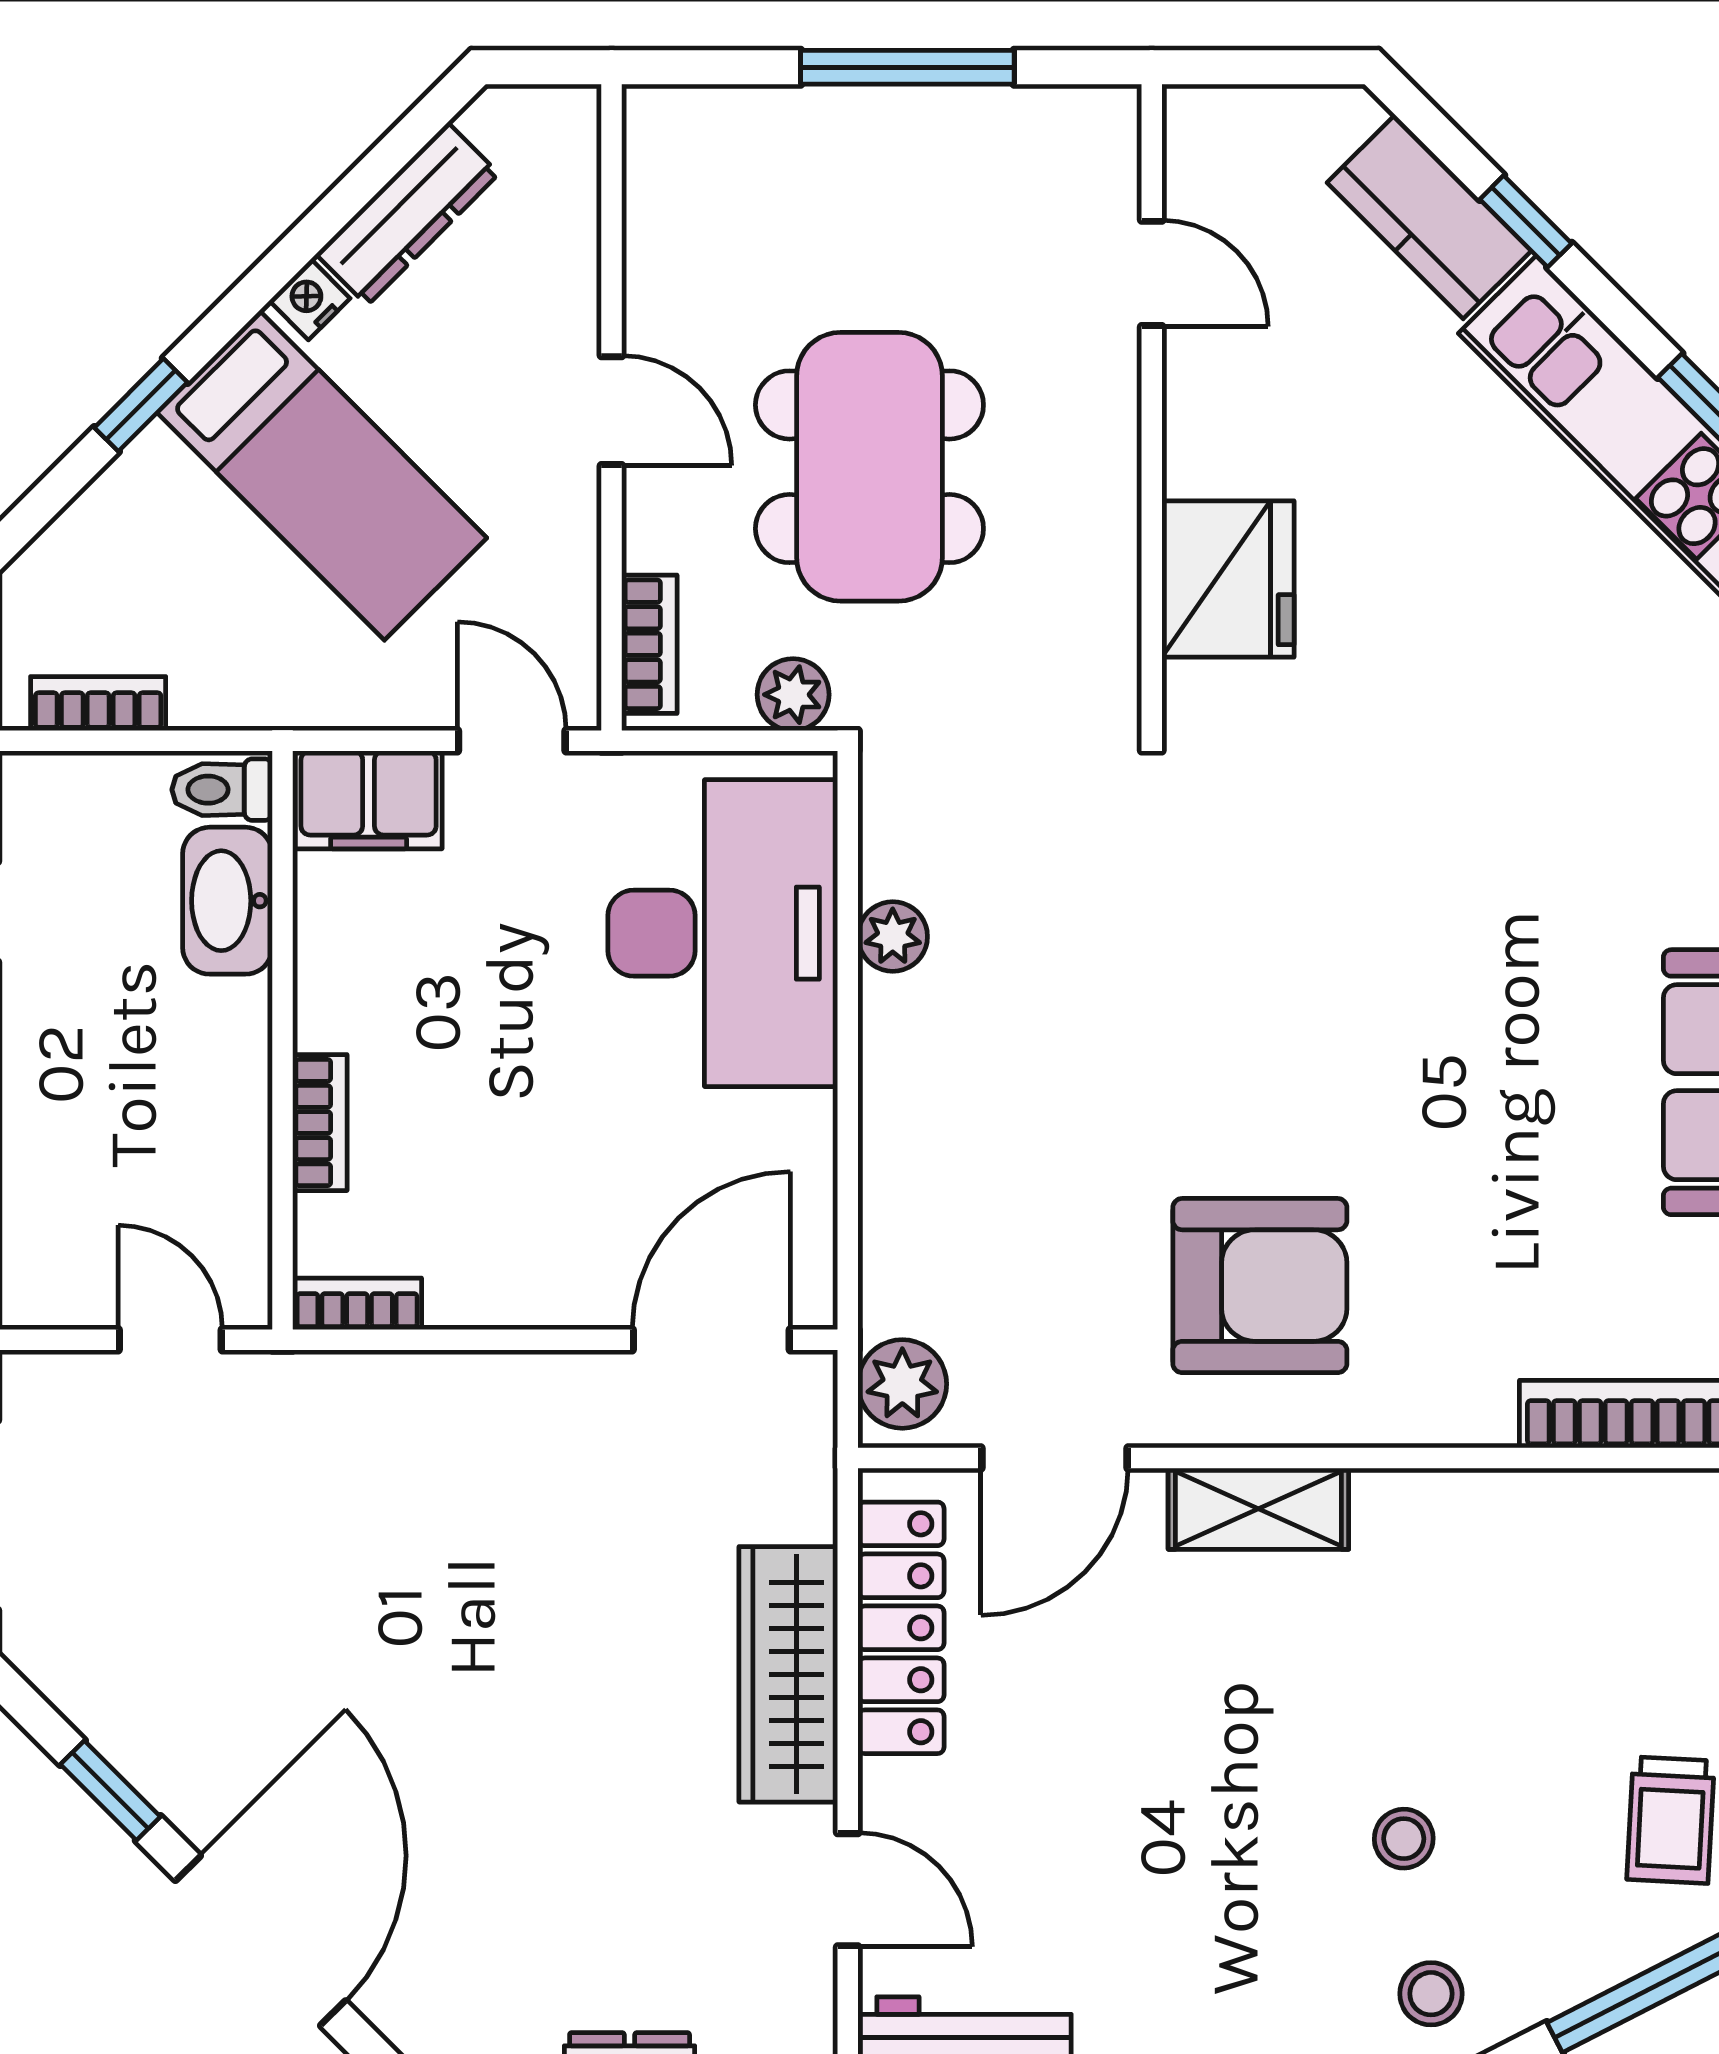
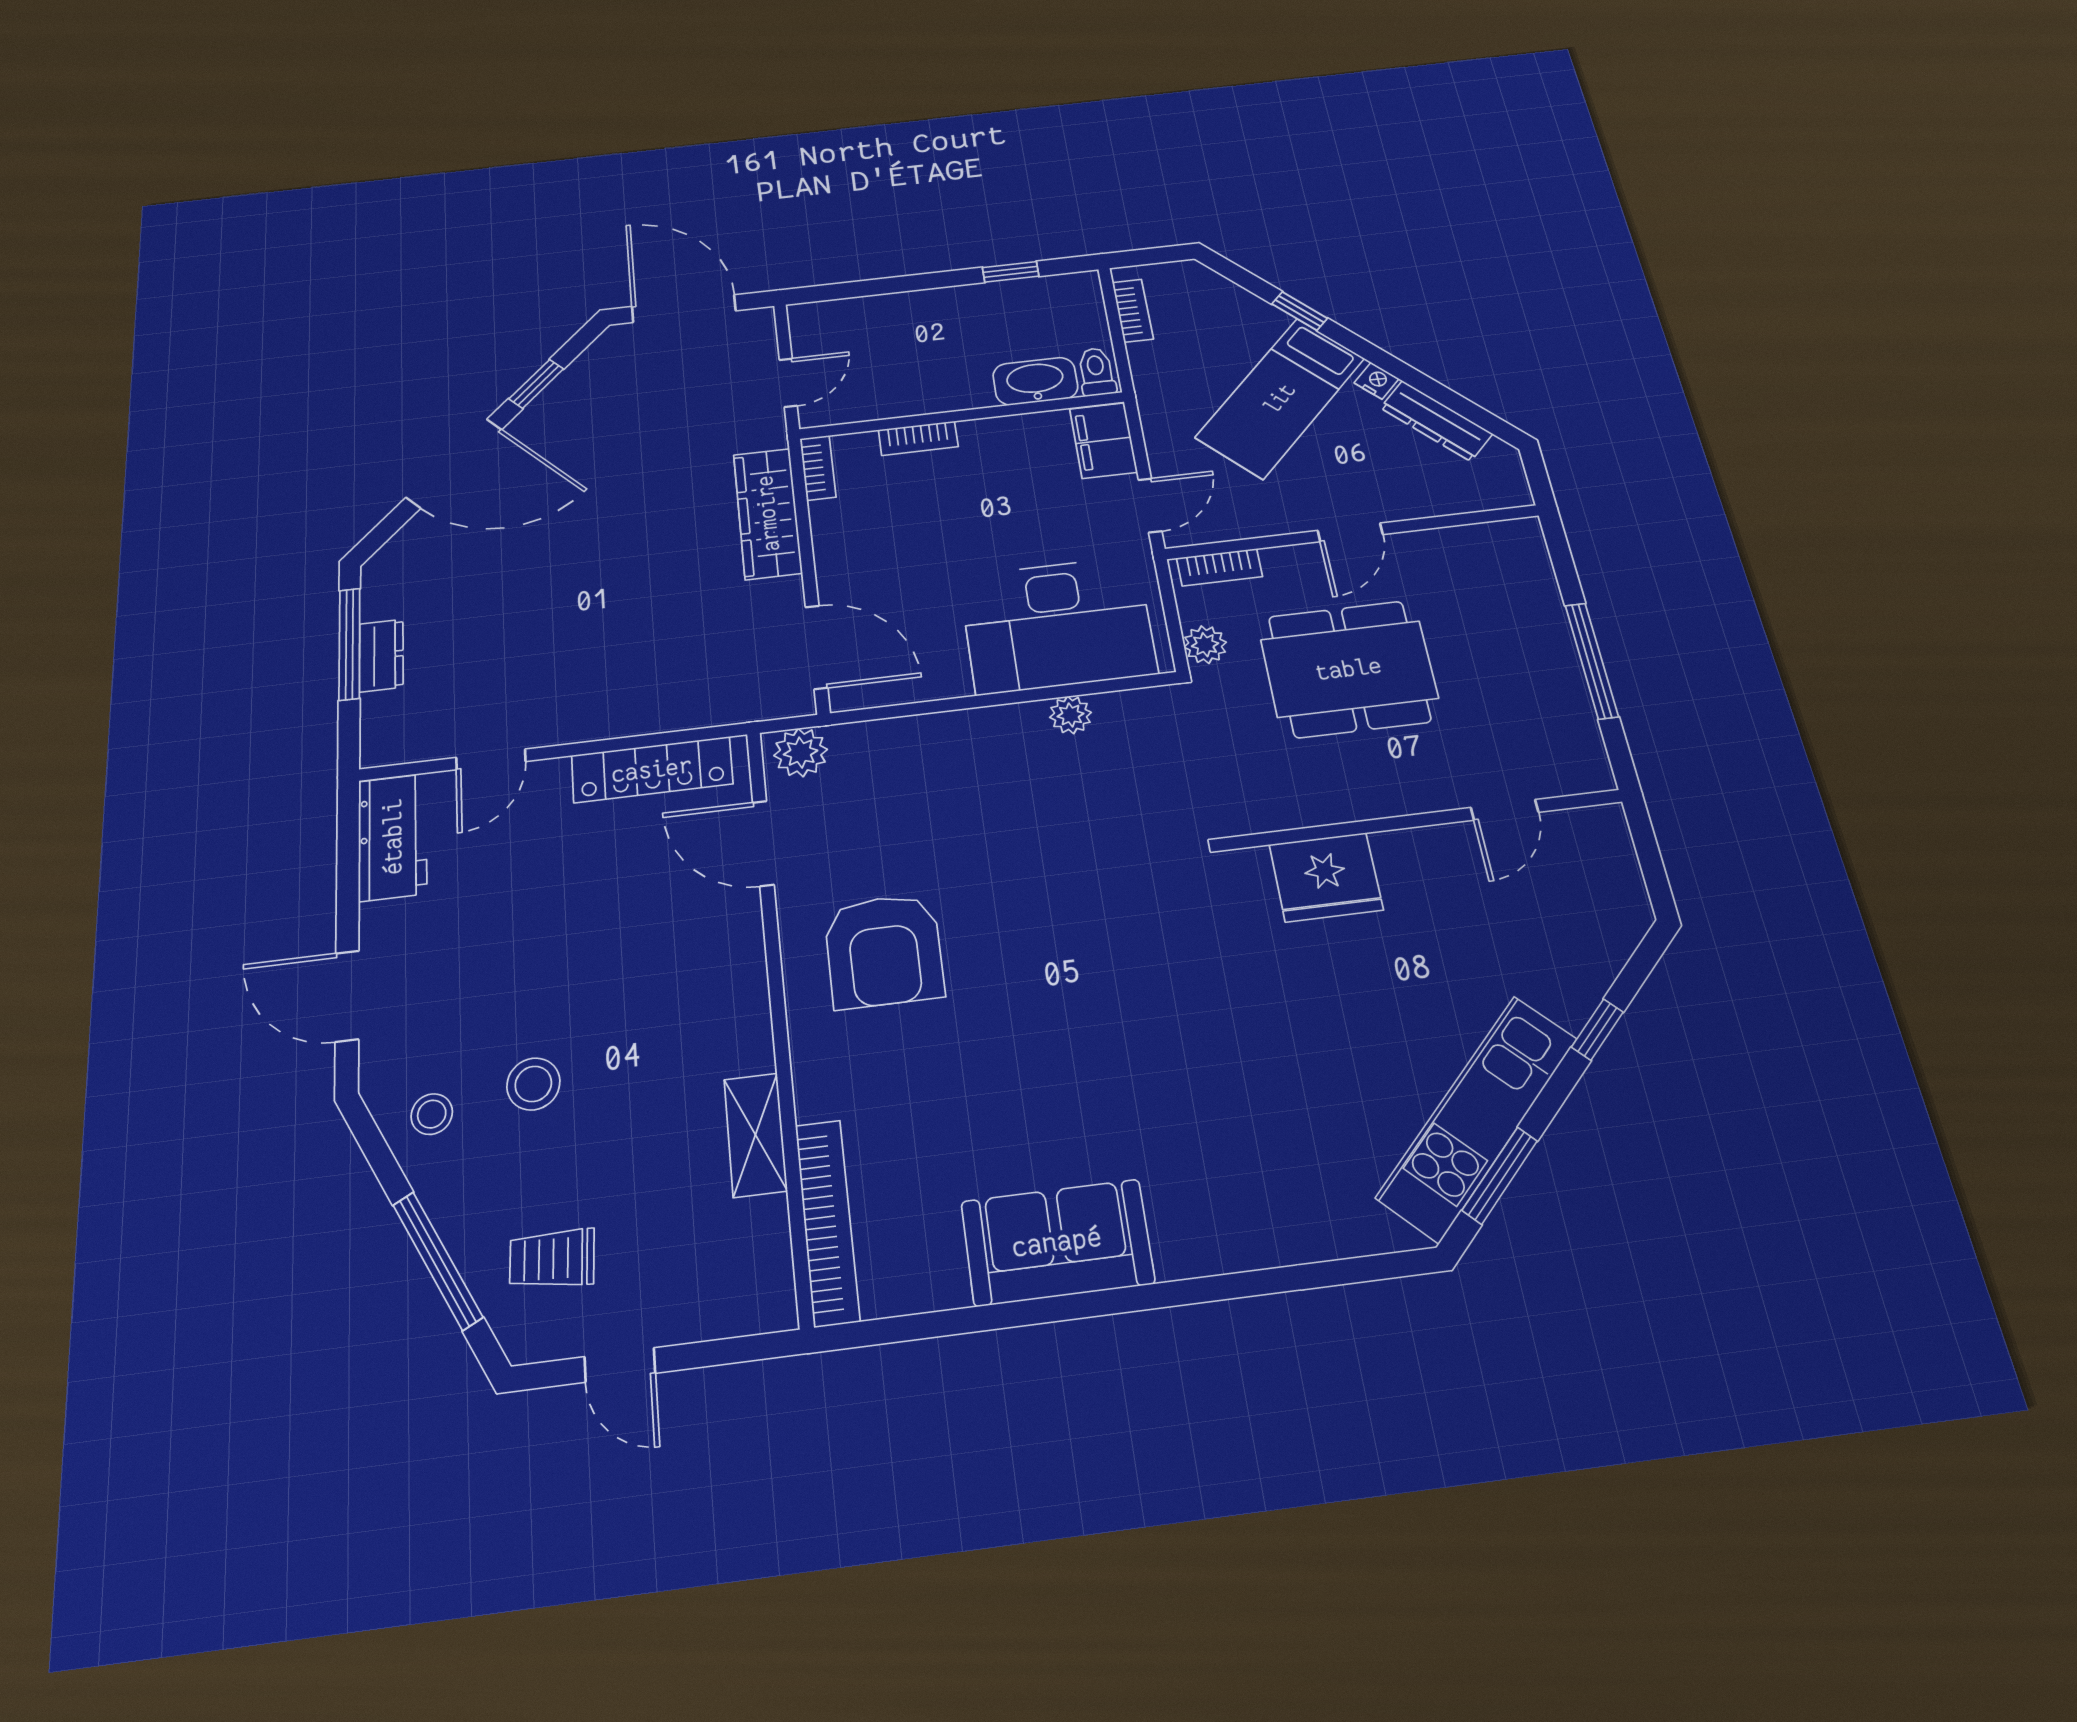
kitchen counter: (1429, 217) -> (1584, 969), removed
shelving: (1258, 1509) -> (755, 1135), moved
wardrobe: (788, 1674) -> (768, 513), moved, turned -90
stool: (1404, 1839) -> (533, 1084), width x1.37, depth x1.37

